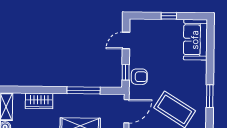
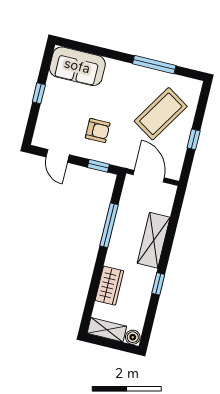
armchair: (139, 77) -> (98, 131), moved, turned 90
window: (210, 96) -> (154, 65), width x1.44

